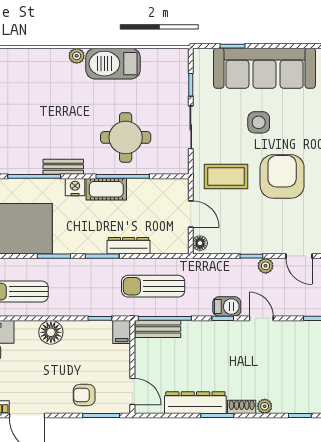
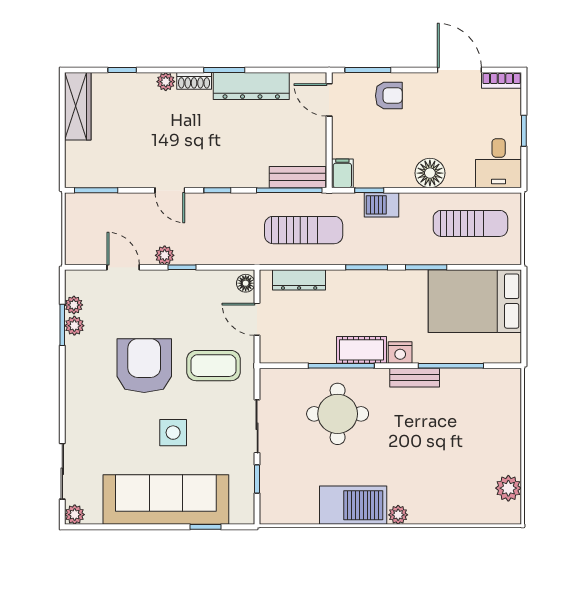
armchair: (282, 176) -> (144, 366), turned 180
dresser: (129, 246) -> (299, 280), moved
barbecue: (227, 307) -> (381, 205), moved

